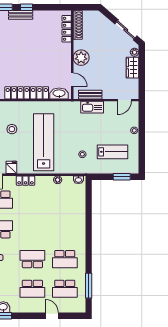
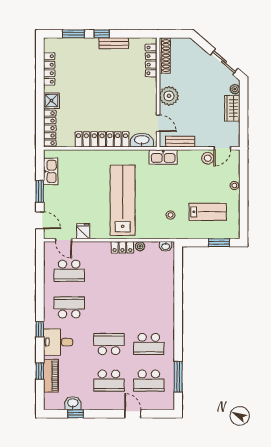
bench: (21, 15) -> (114, 43), moved
kitchen sink: (92, 107) -> (163, 157), moved
stool: (12, 129) -> (208, 158), moved
locker: (25, 181) -> (122, 247), moved

